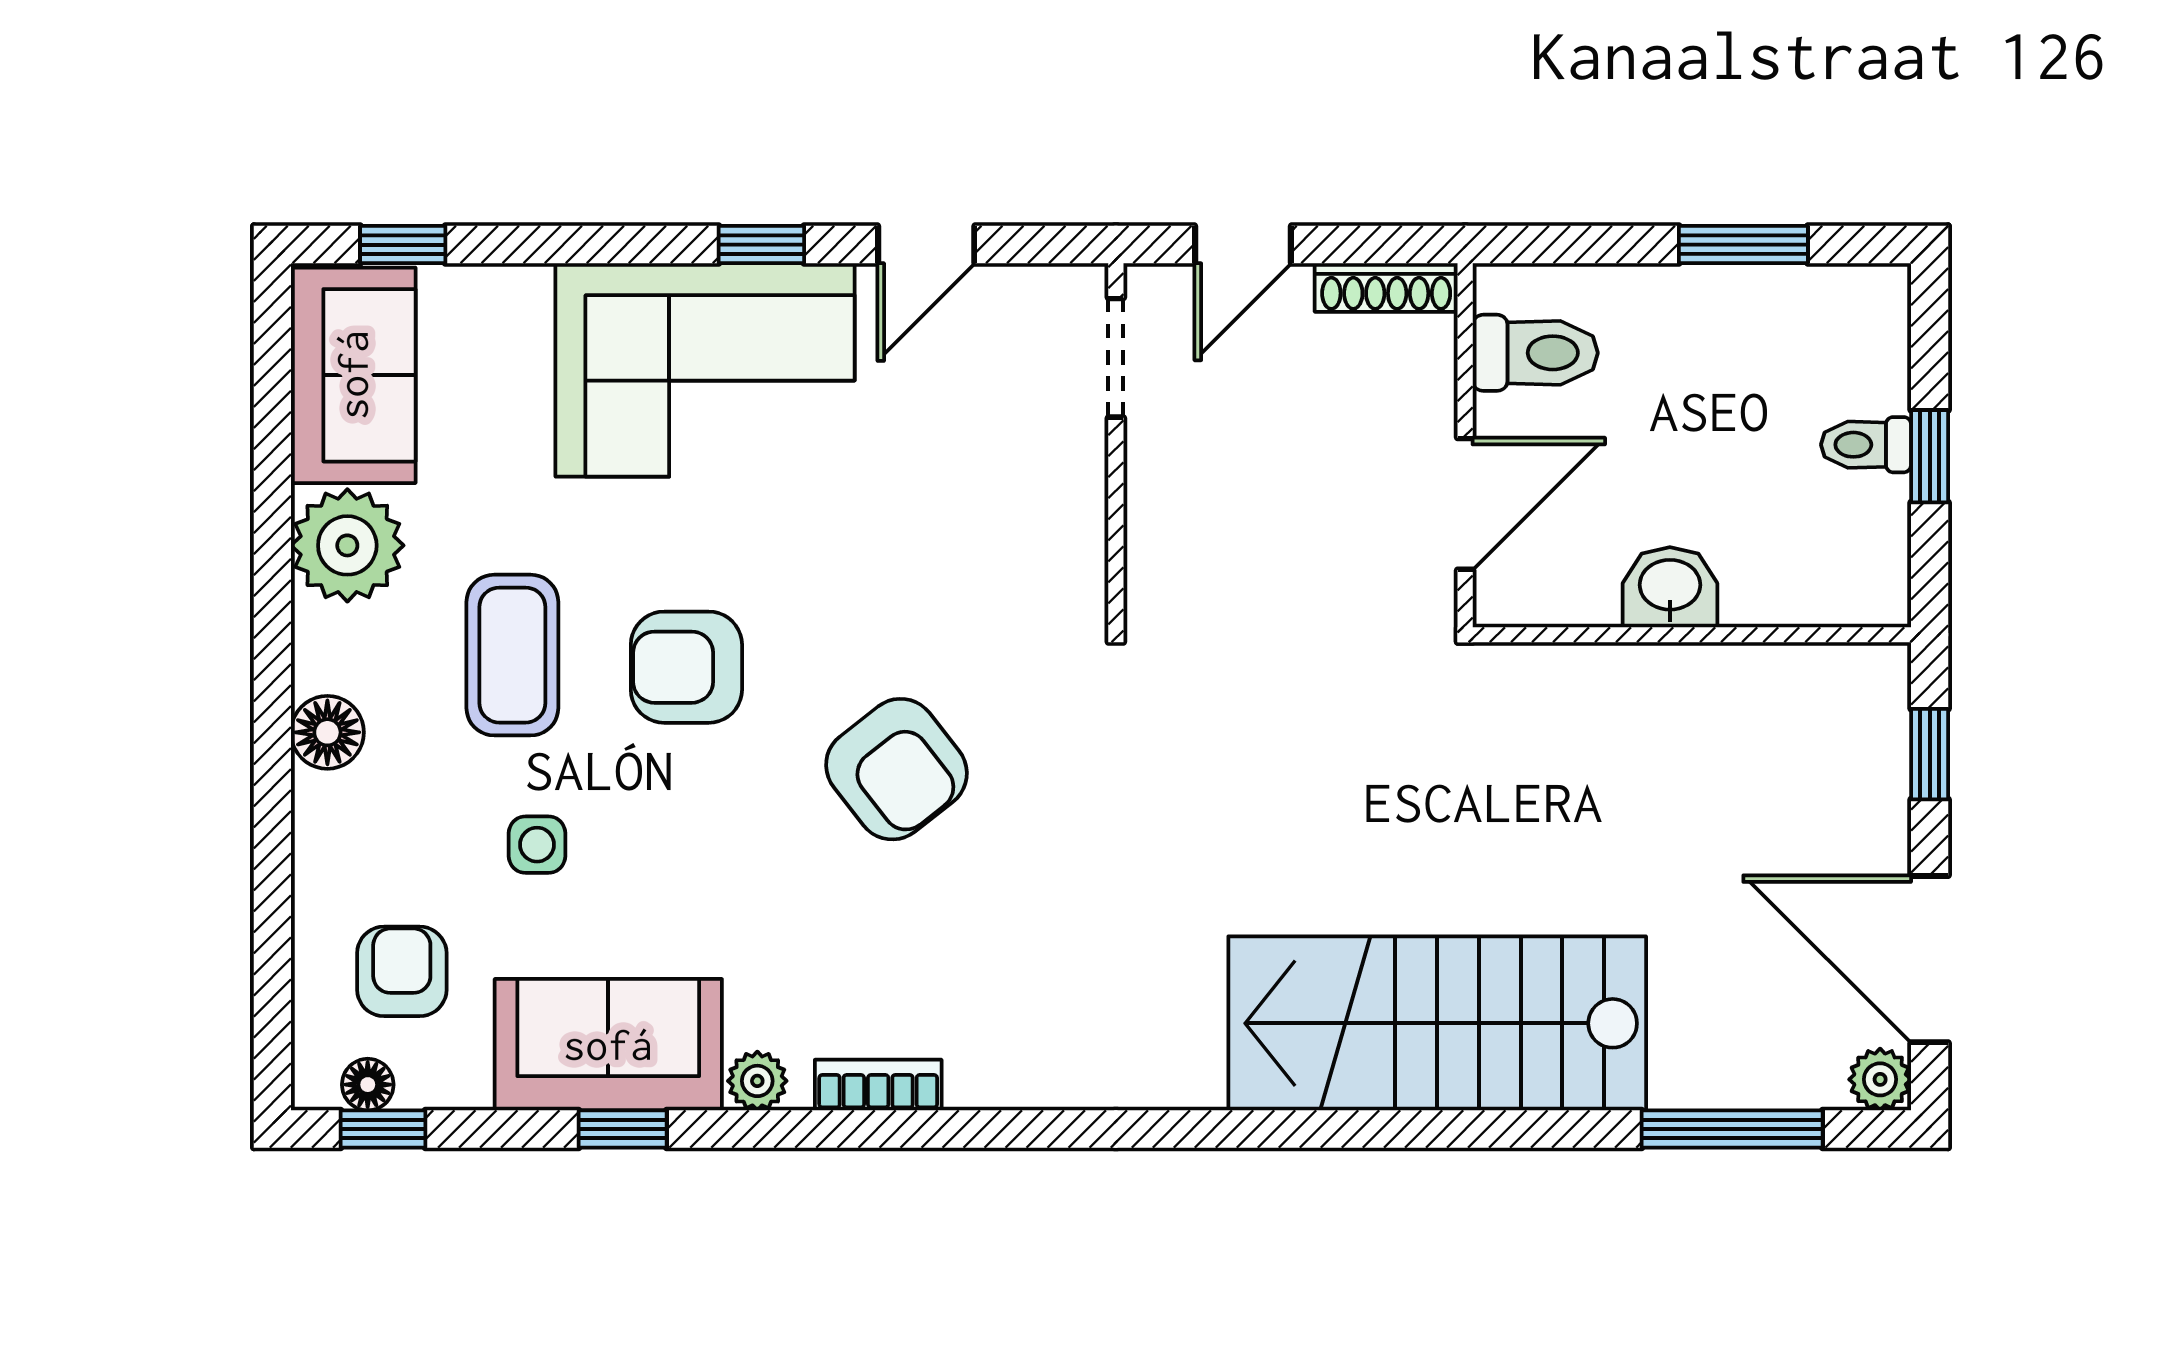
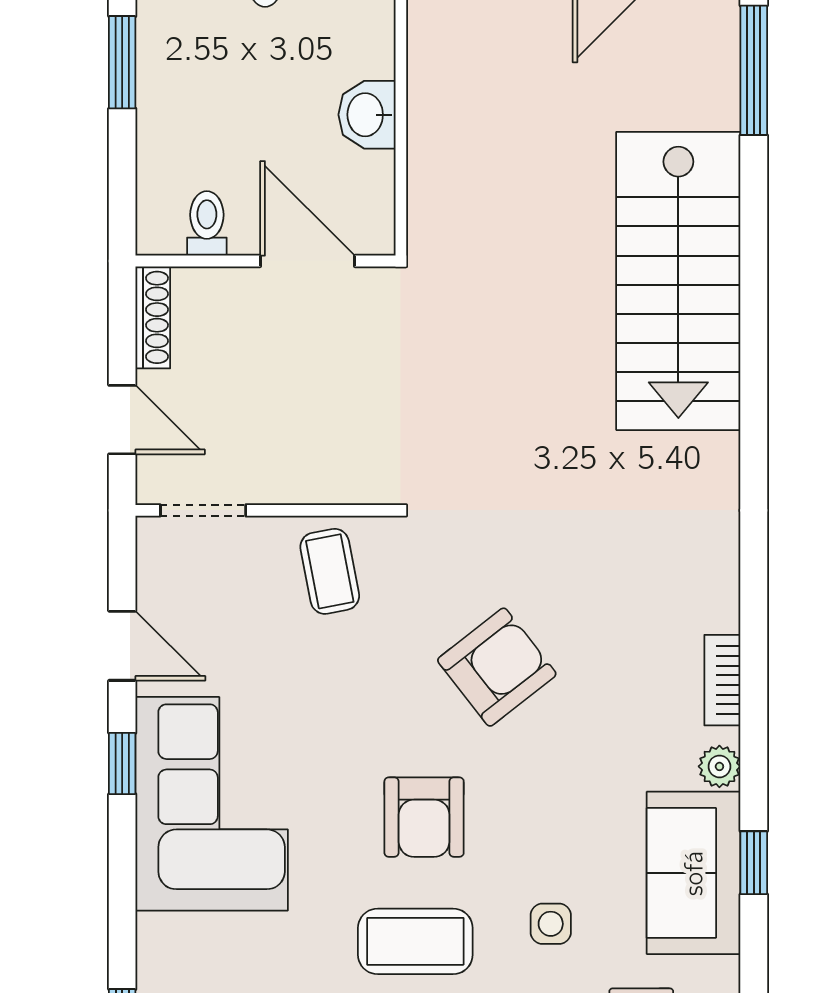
toilet: (1535, 353) -> (207, 223), width x0.73, depth x0.72
coffee table: (1031, 535) -> (330, 571), added

